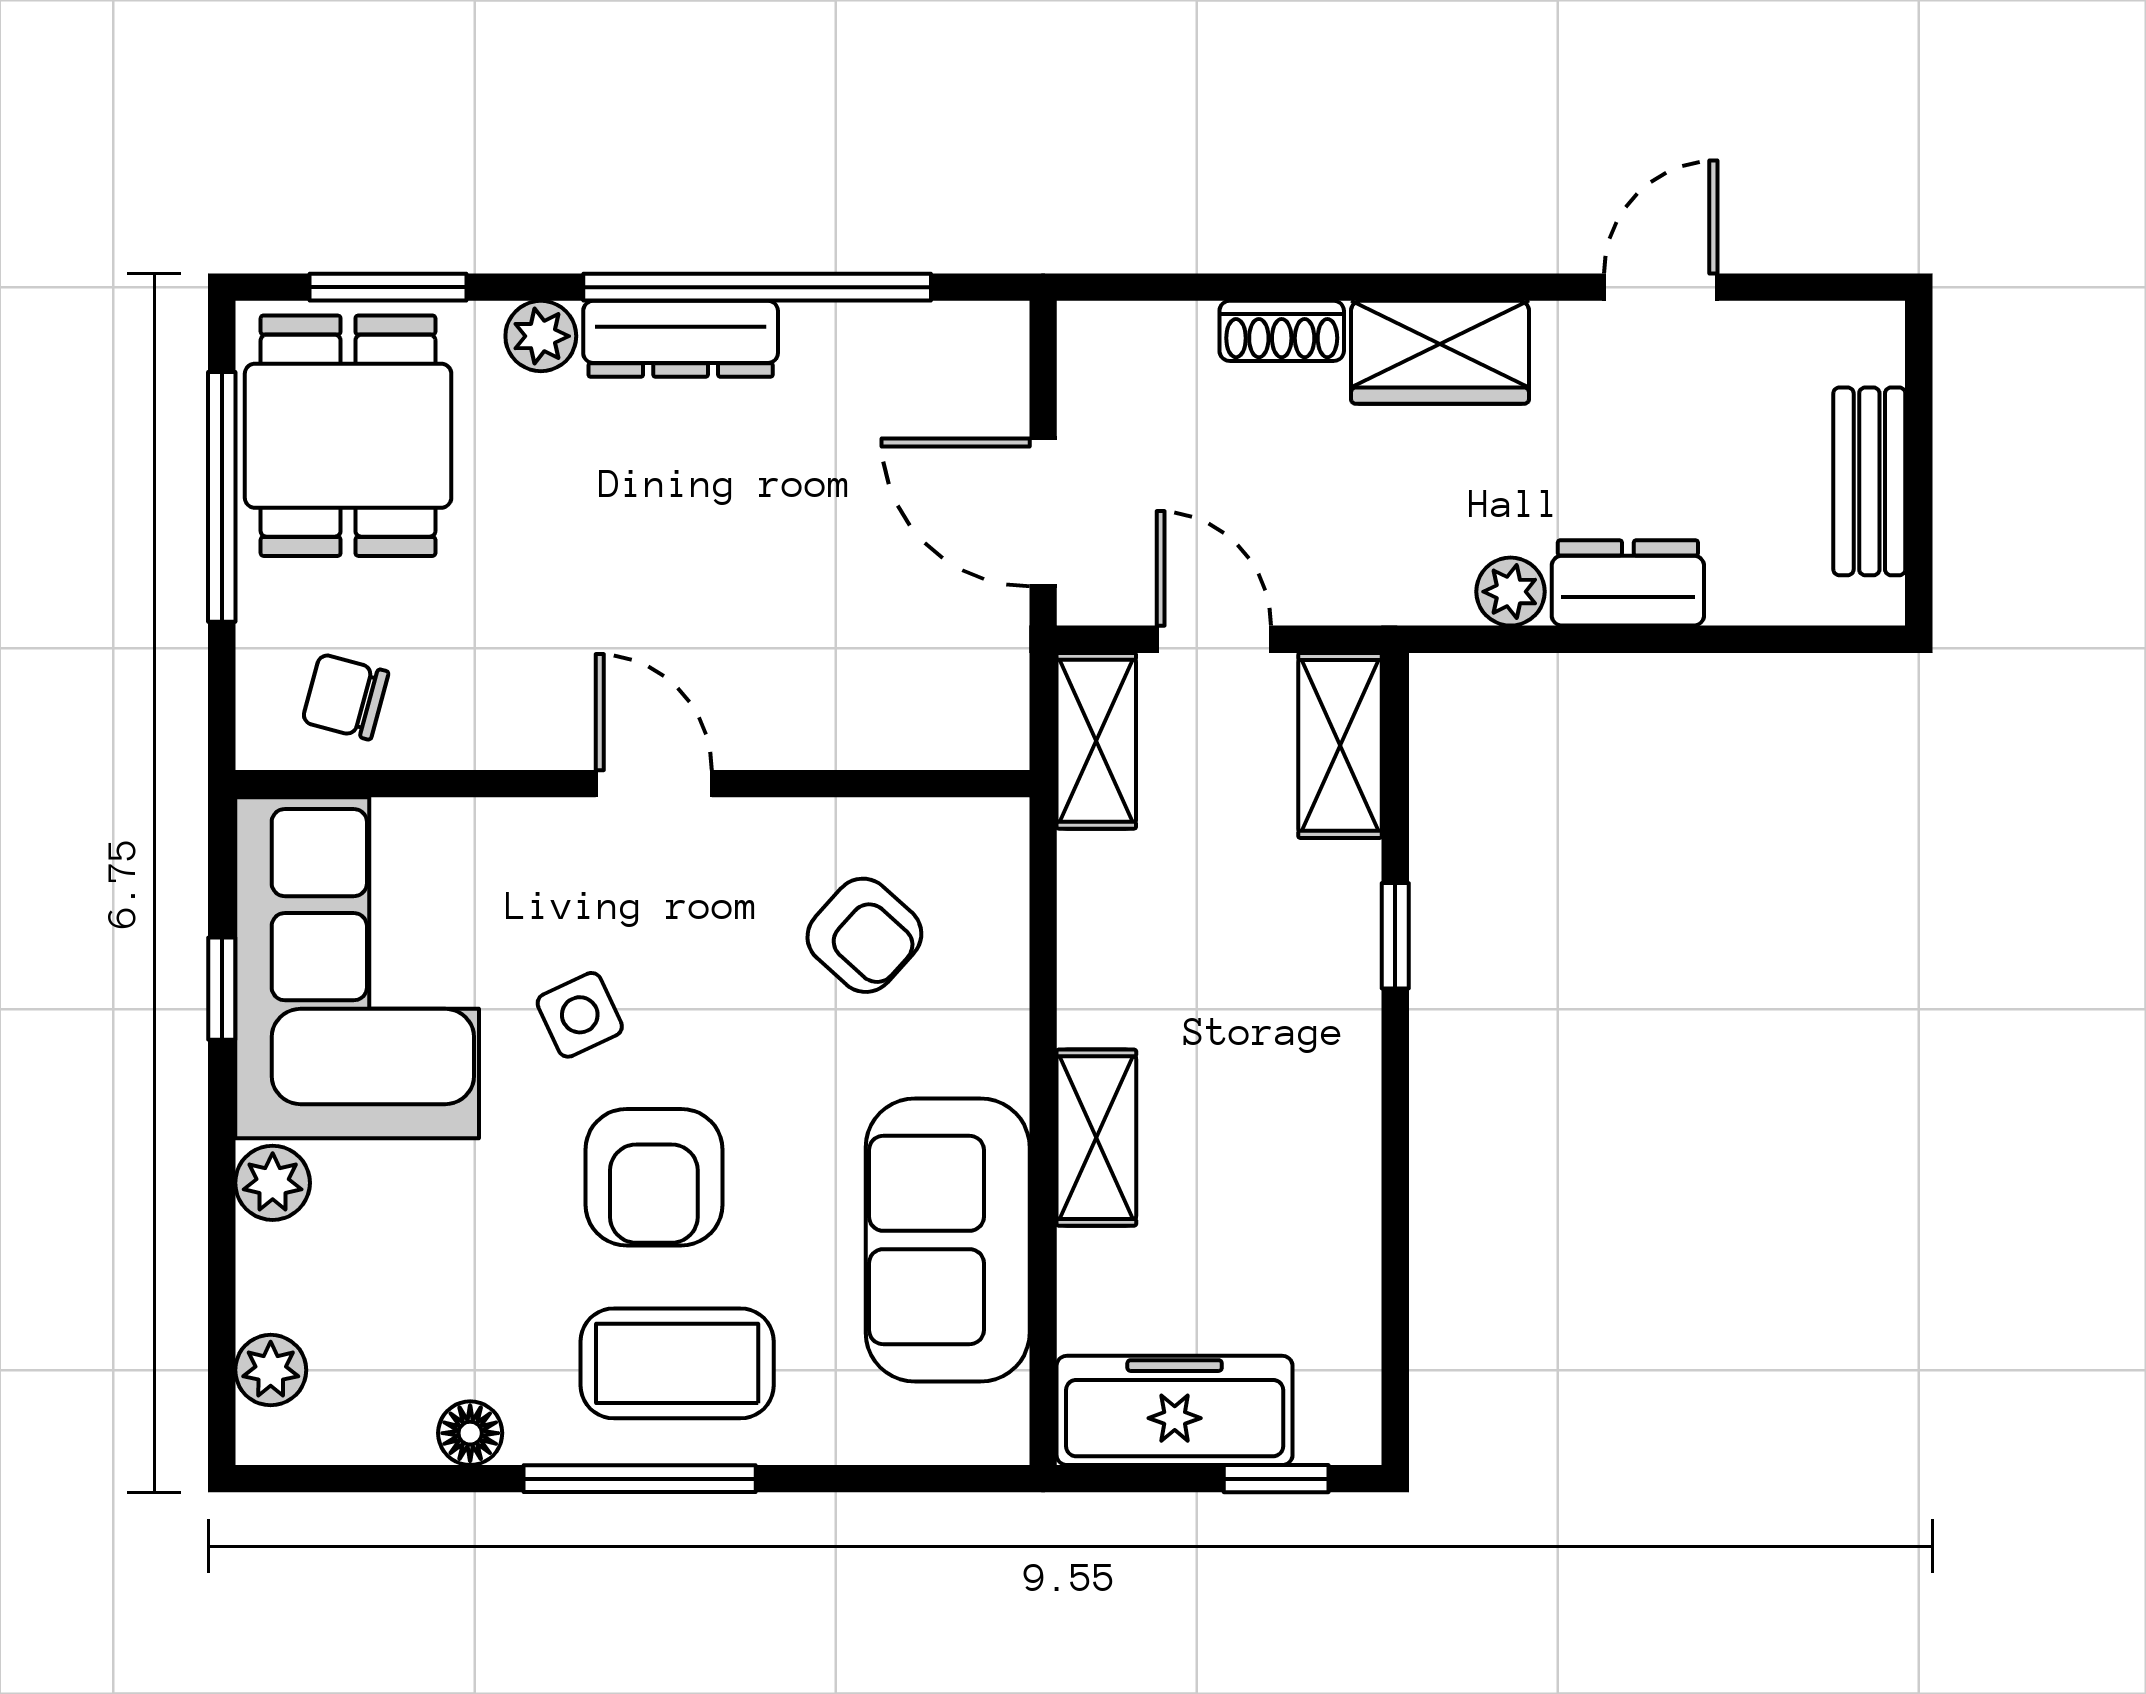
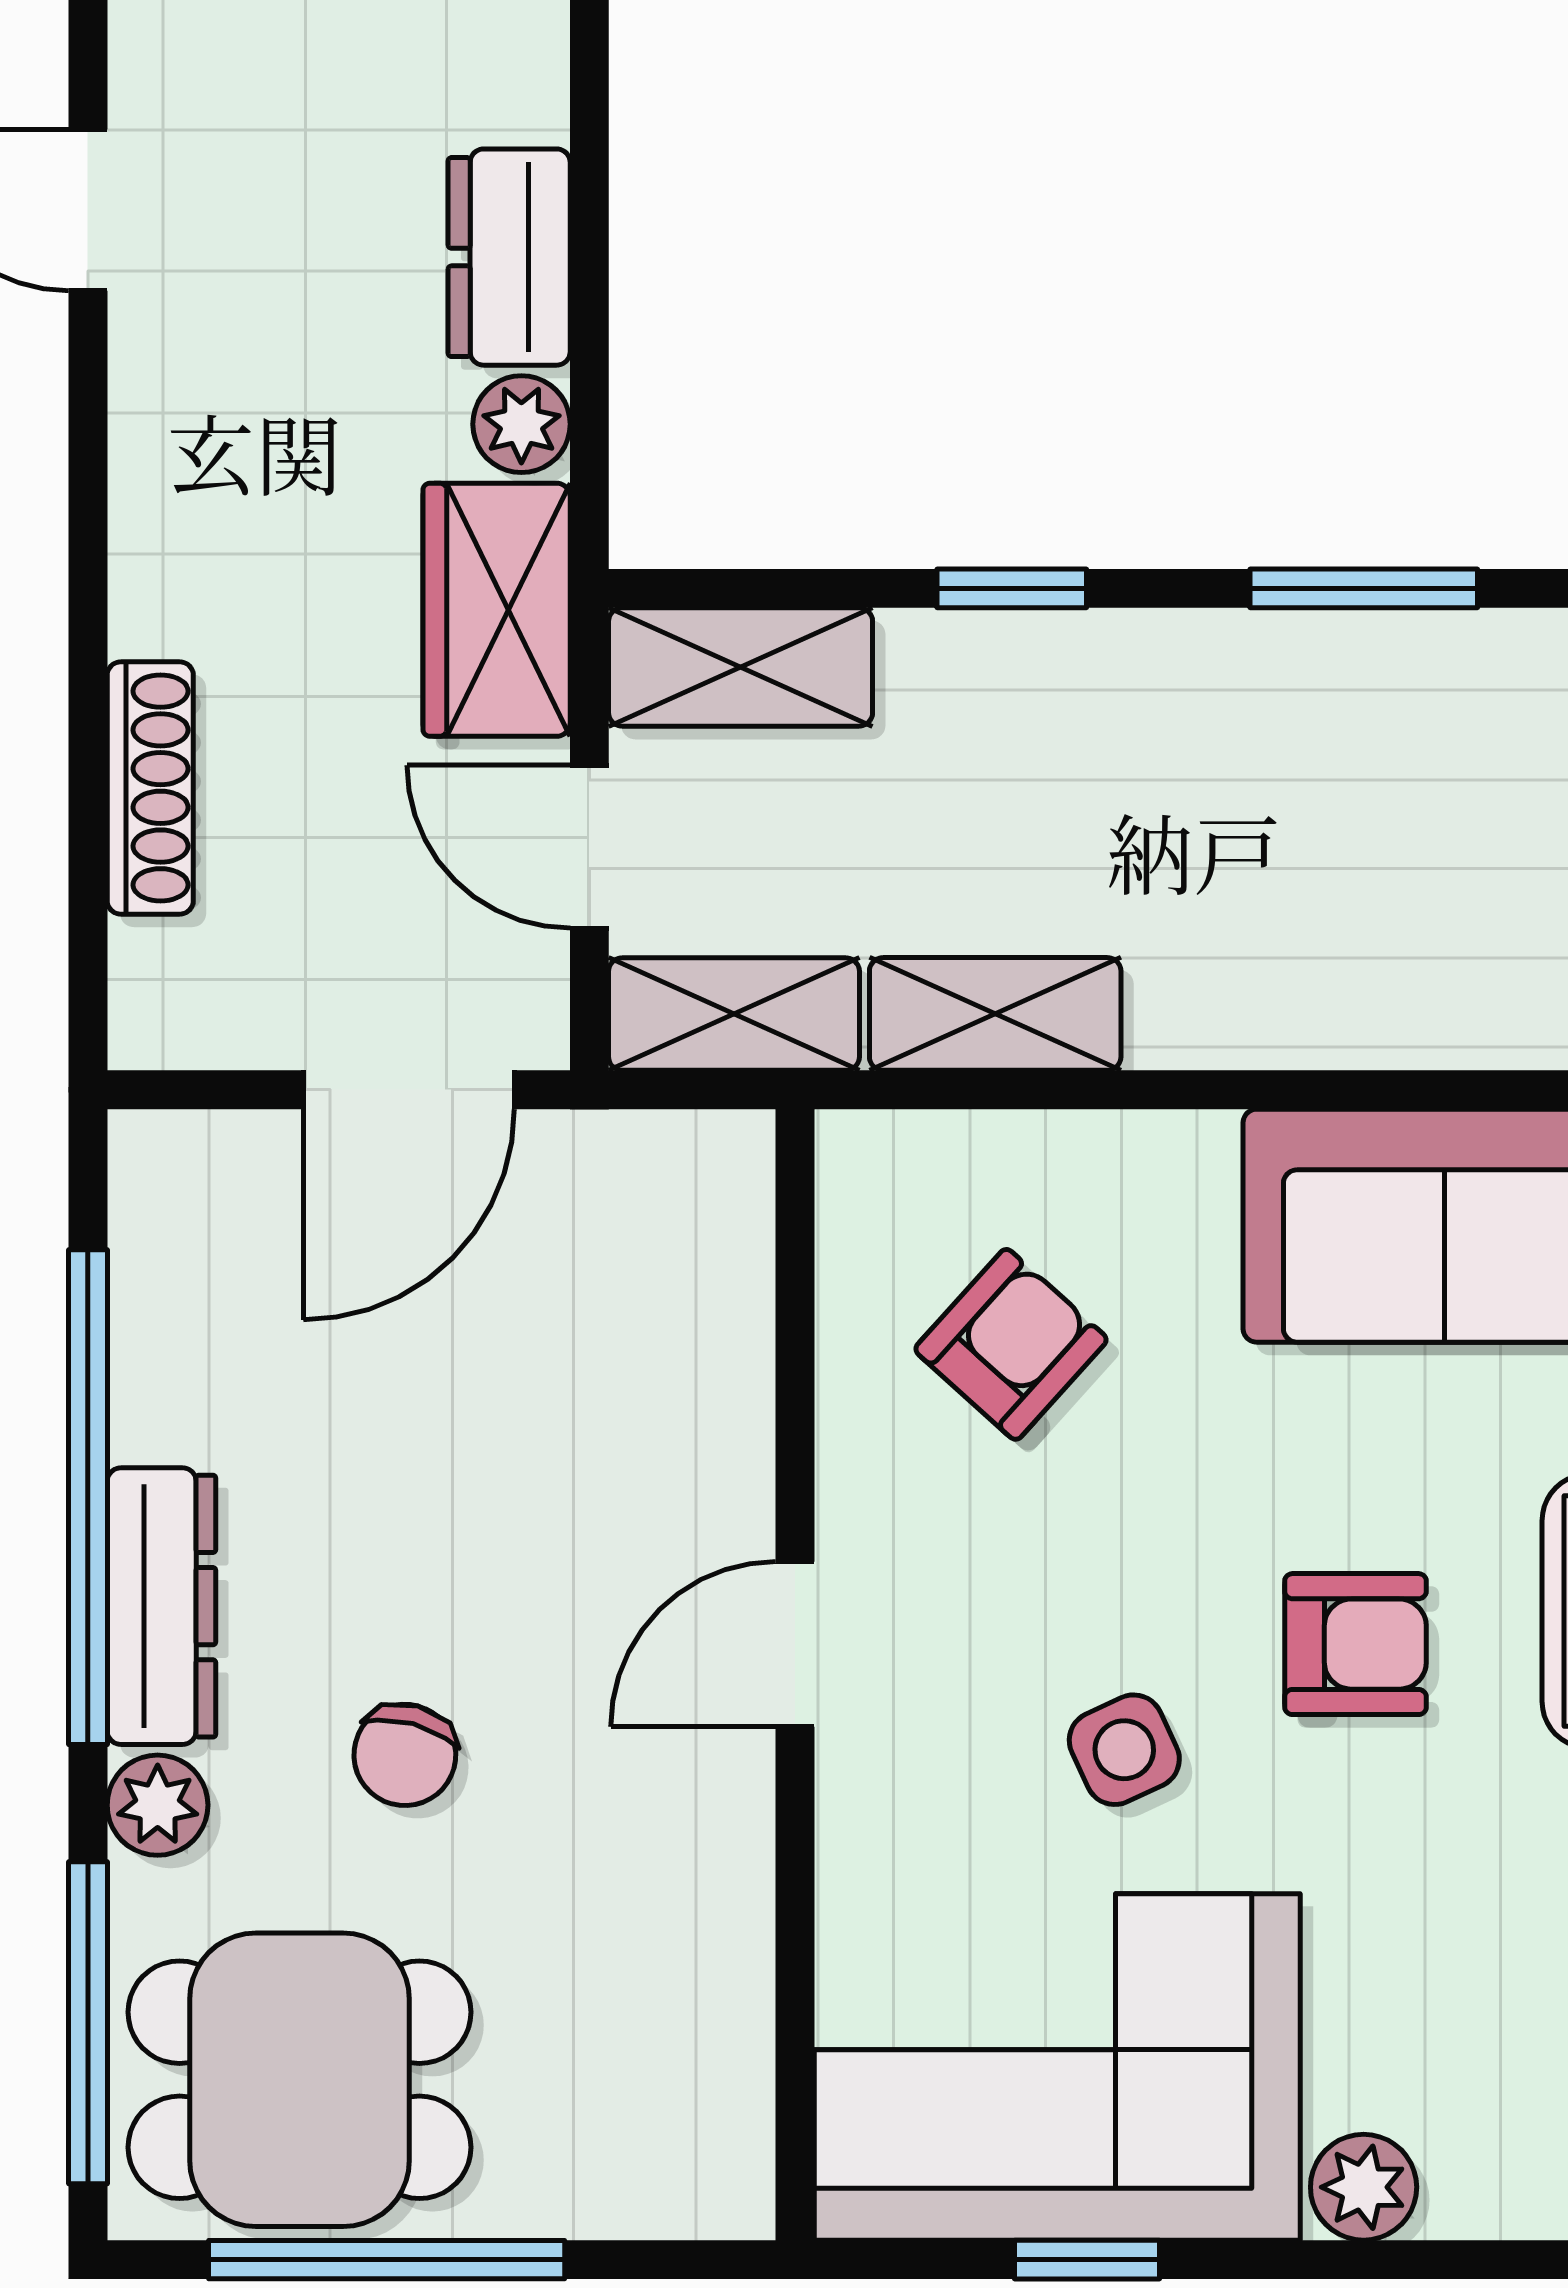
window: (388, 287) -> (88, 2023), width x1.44
shoe rack: (1282, 331) -> (150, 788), width x1.43
wardrobe: (1440, 352) -> (497, 610), moved, turned 180
door: (1214, 639) -> (589, 847), hinge flipped
chair: (345, 697) -> (405, 1755), moved
shelving: (1096, 1138) -> (995, 1014), moved
armchair: (654, 1177) -> (1356, 1644), width x0.72, depth x0.72
window: (1395, 1183) -> (1364, 588), added

